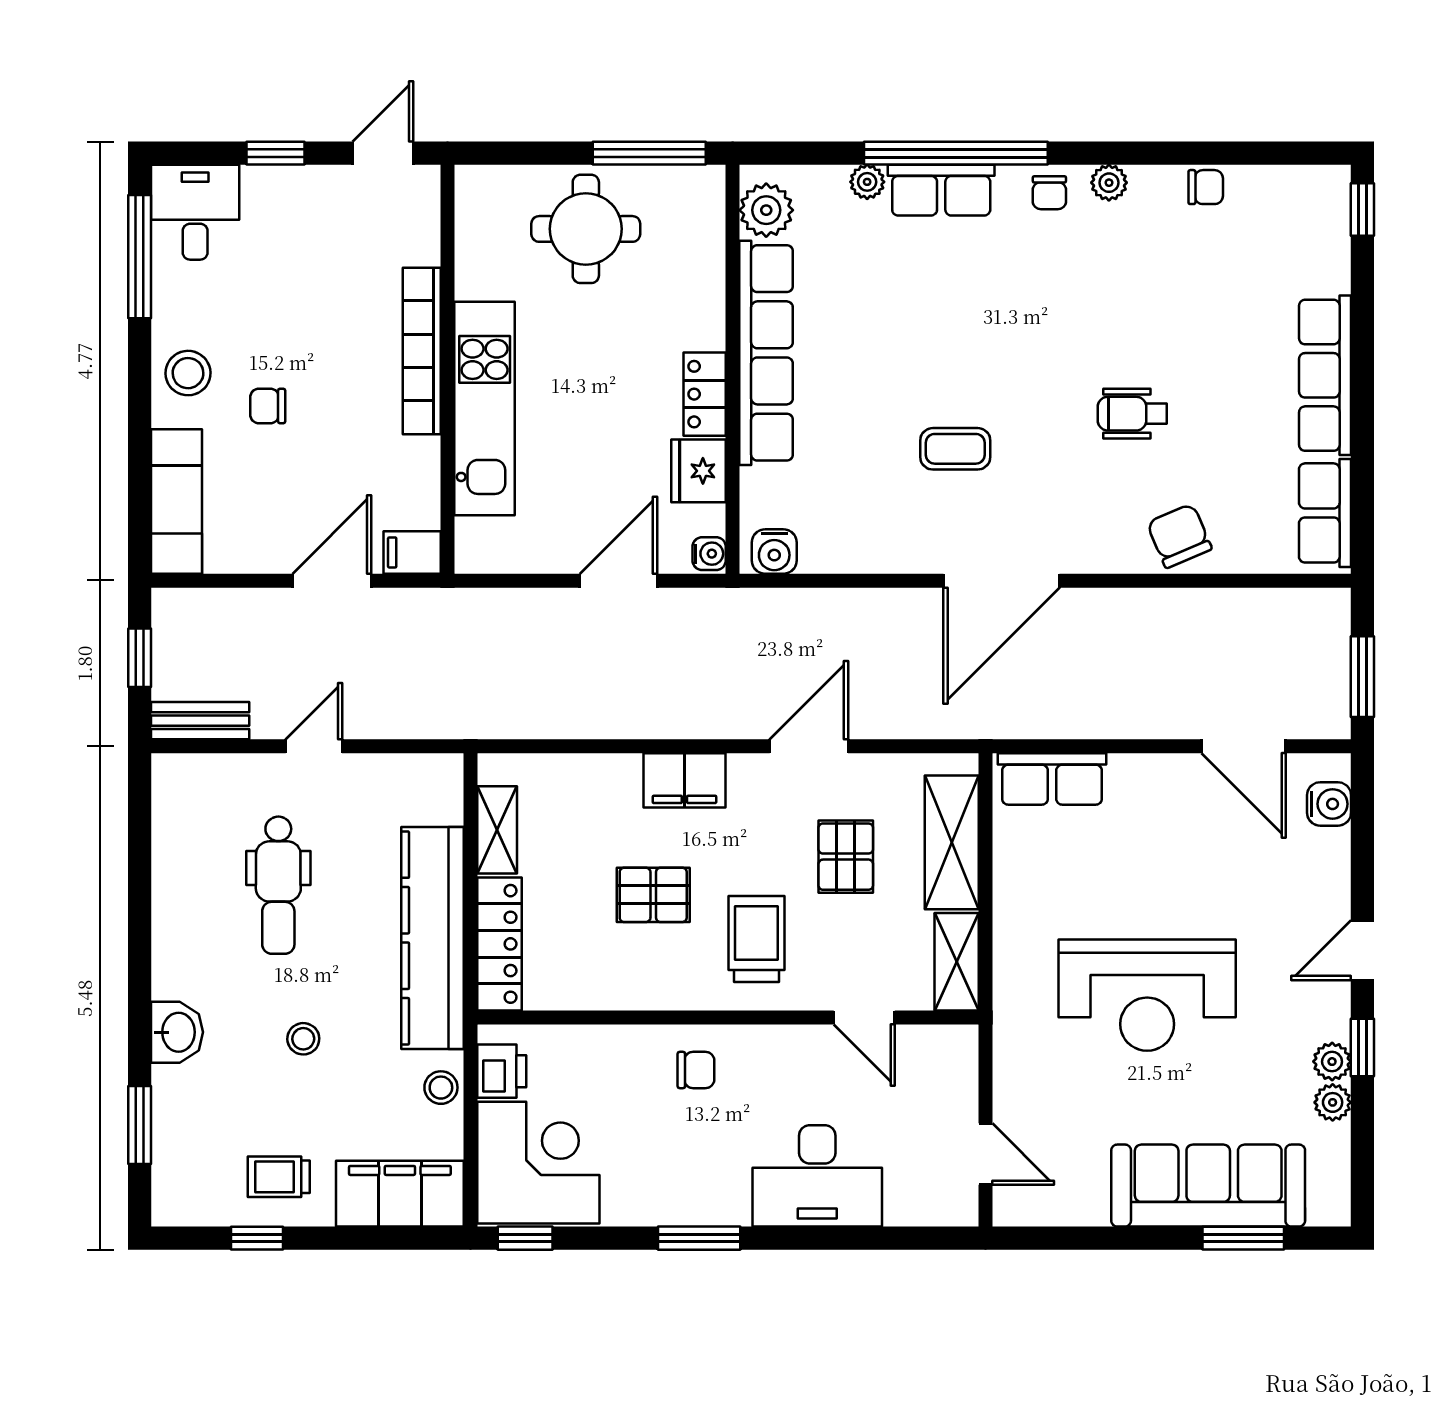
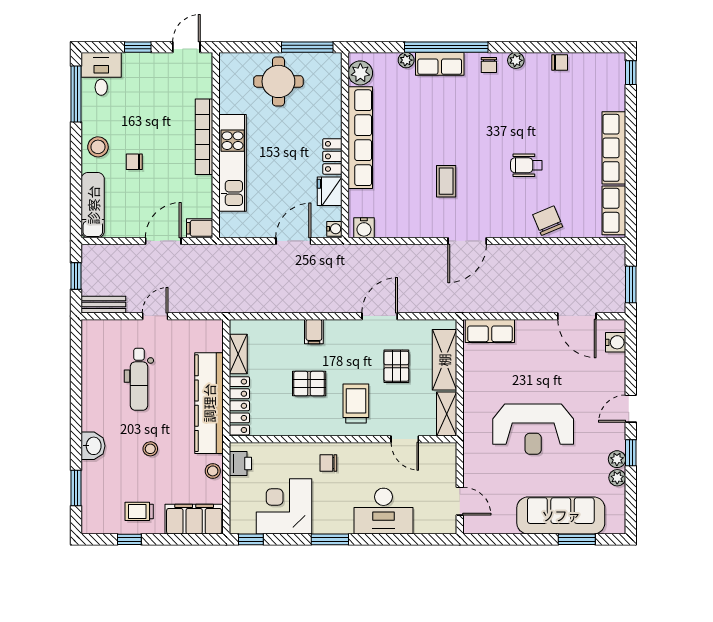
coffee table: (955, 449) -> (446, 181), turned 90
door: (1002, 581) -> (467, 241), width x0.73
filing cabinet: (684, 780) -> (314, 332), width x0.50
chair: (696, 1070) -> (328, 463), turned 180
corner desk: (538, 1163) -> (284, 506), moved, turned -90

